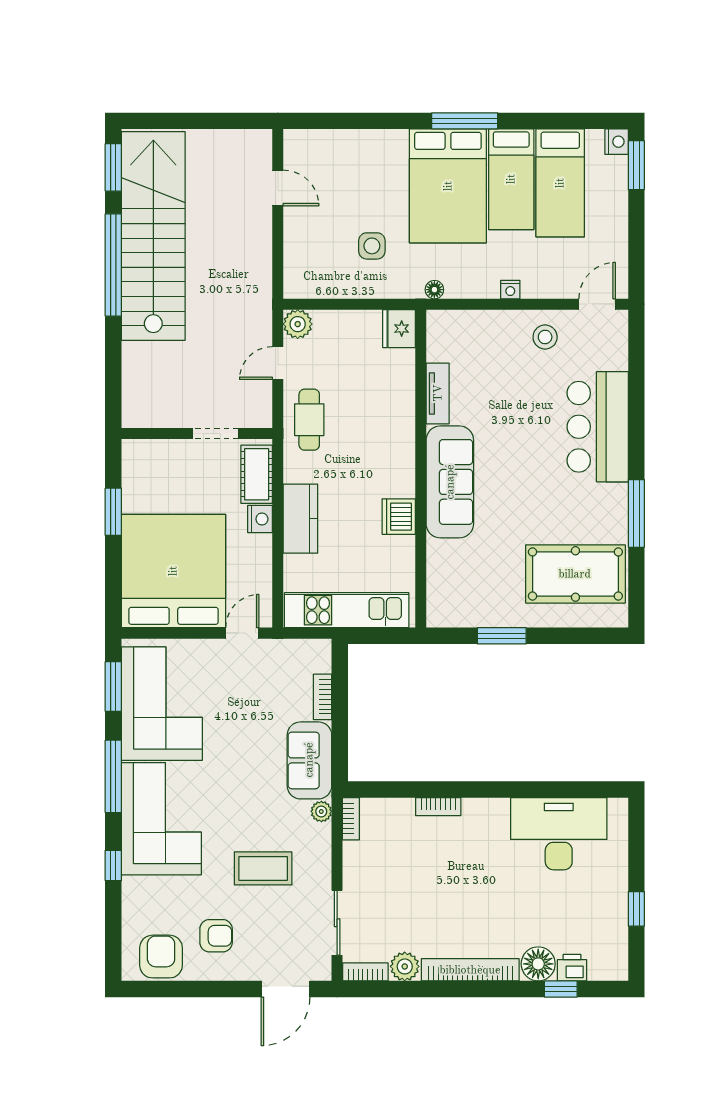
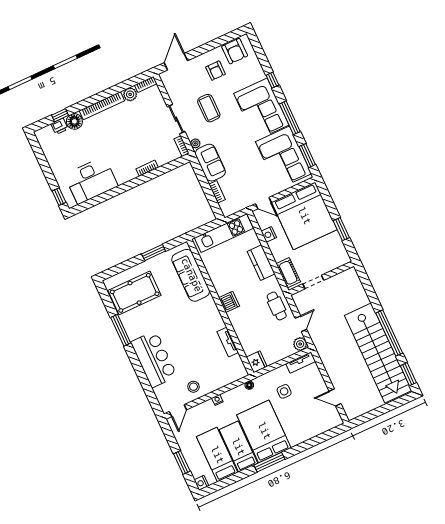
window: (636, 165) -> (182, 462), moved
tv unit: (313, 287) -> (301, 363), added
sofa: (450, 482) -> (191, 275), moved
dishwasher: (399, 517) -> (229, 302), moved
nightstand: (260, 519) -> (269, 234), moved
door: (242, 633) -> (263, 203), hinge flipped
coffee table: (263, 868) -> (209, 108), turned 90
window: (636, 909) -> (59, 197), moved
sliding door: (337, 923) -> (176, 119), moved
armchair: (216, 936) -> (216, 71), turned -90

